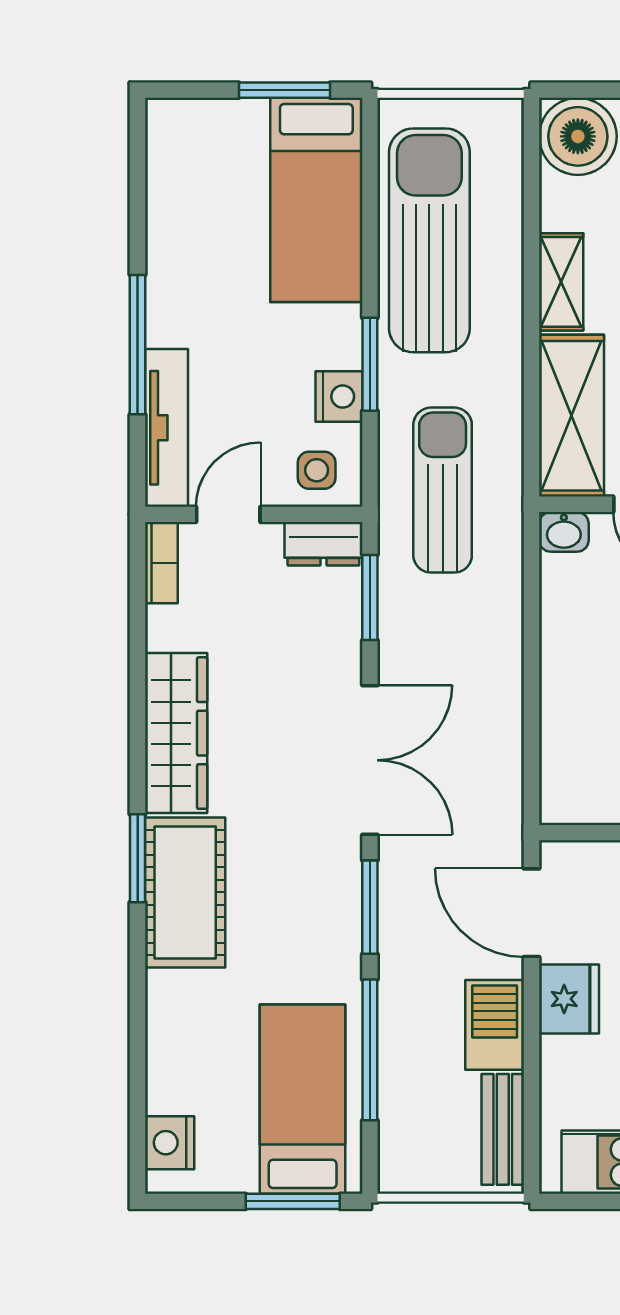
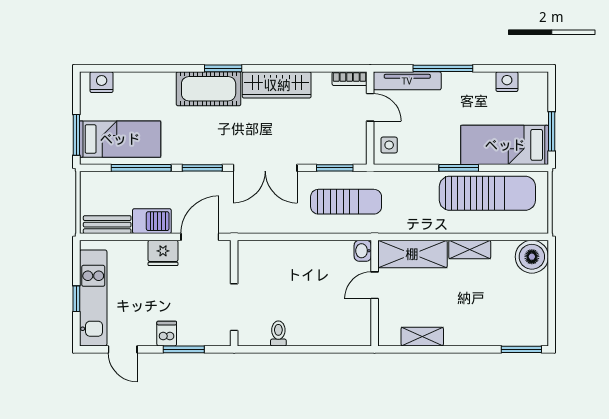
window: (370, 364) -> (459, 168), moved
nightstand: (339, 397) -> (507, 82), moved, turned 180
sun lounger: (443, 490) -> (346, 202), moved
dresser: (323, 544) -> (358, 148), removed

